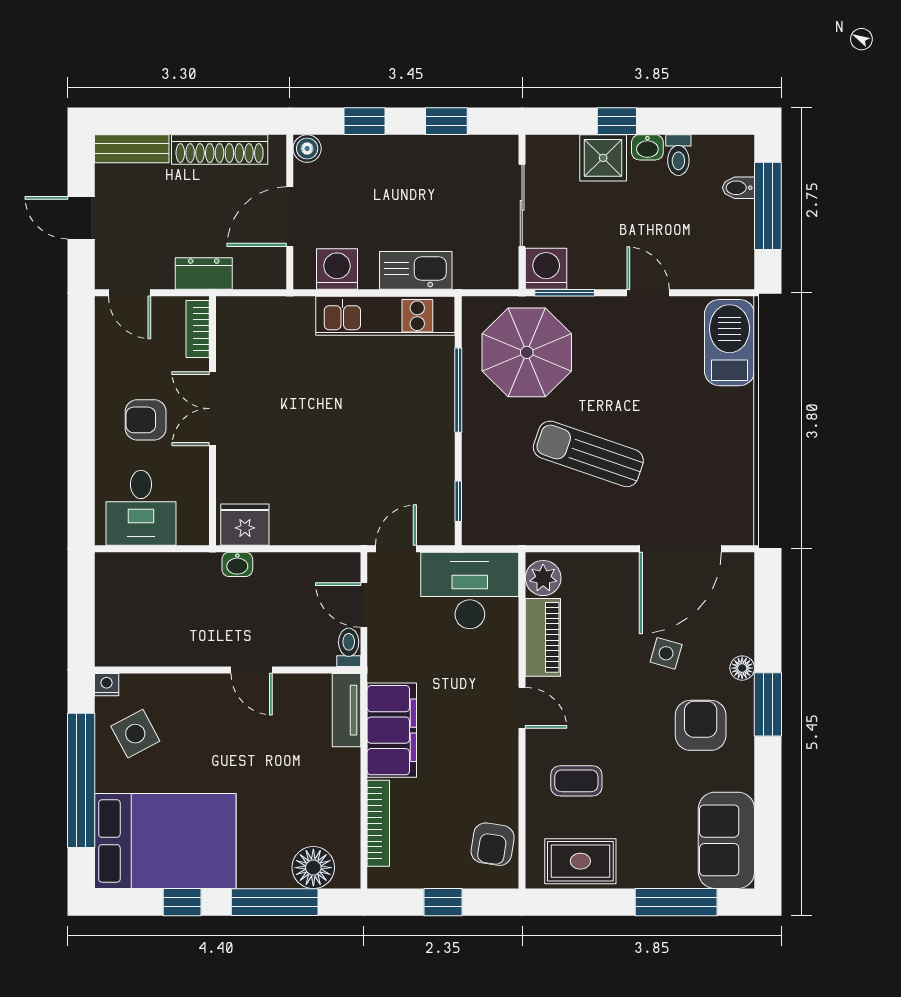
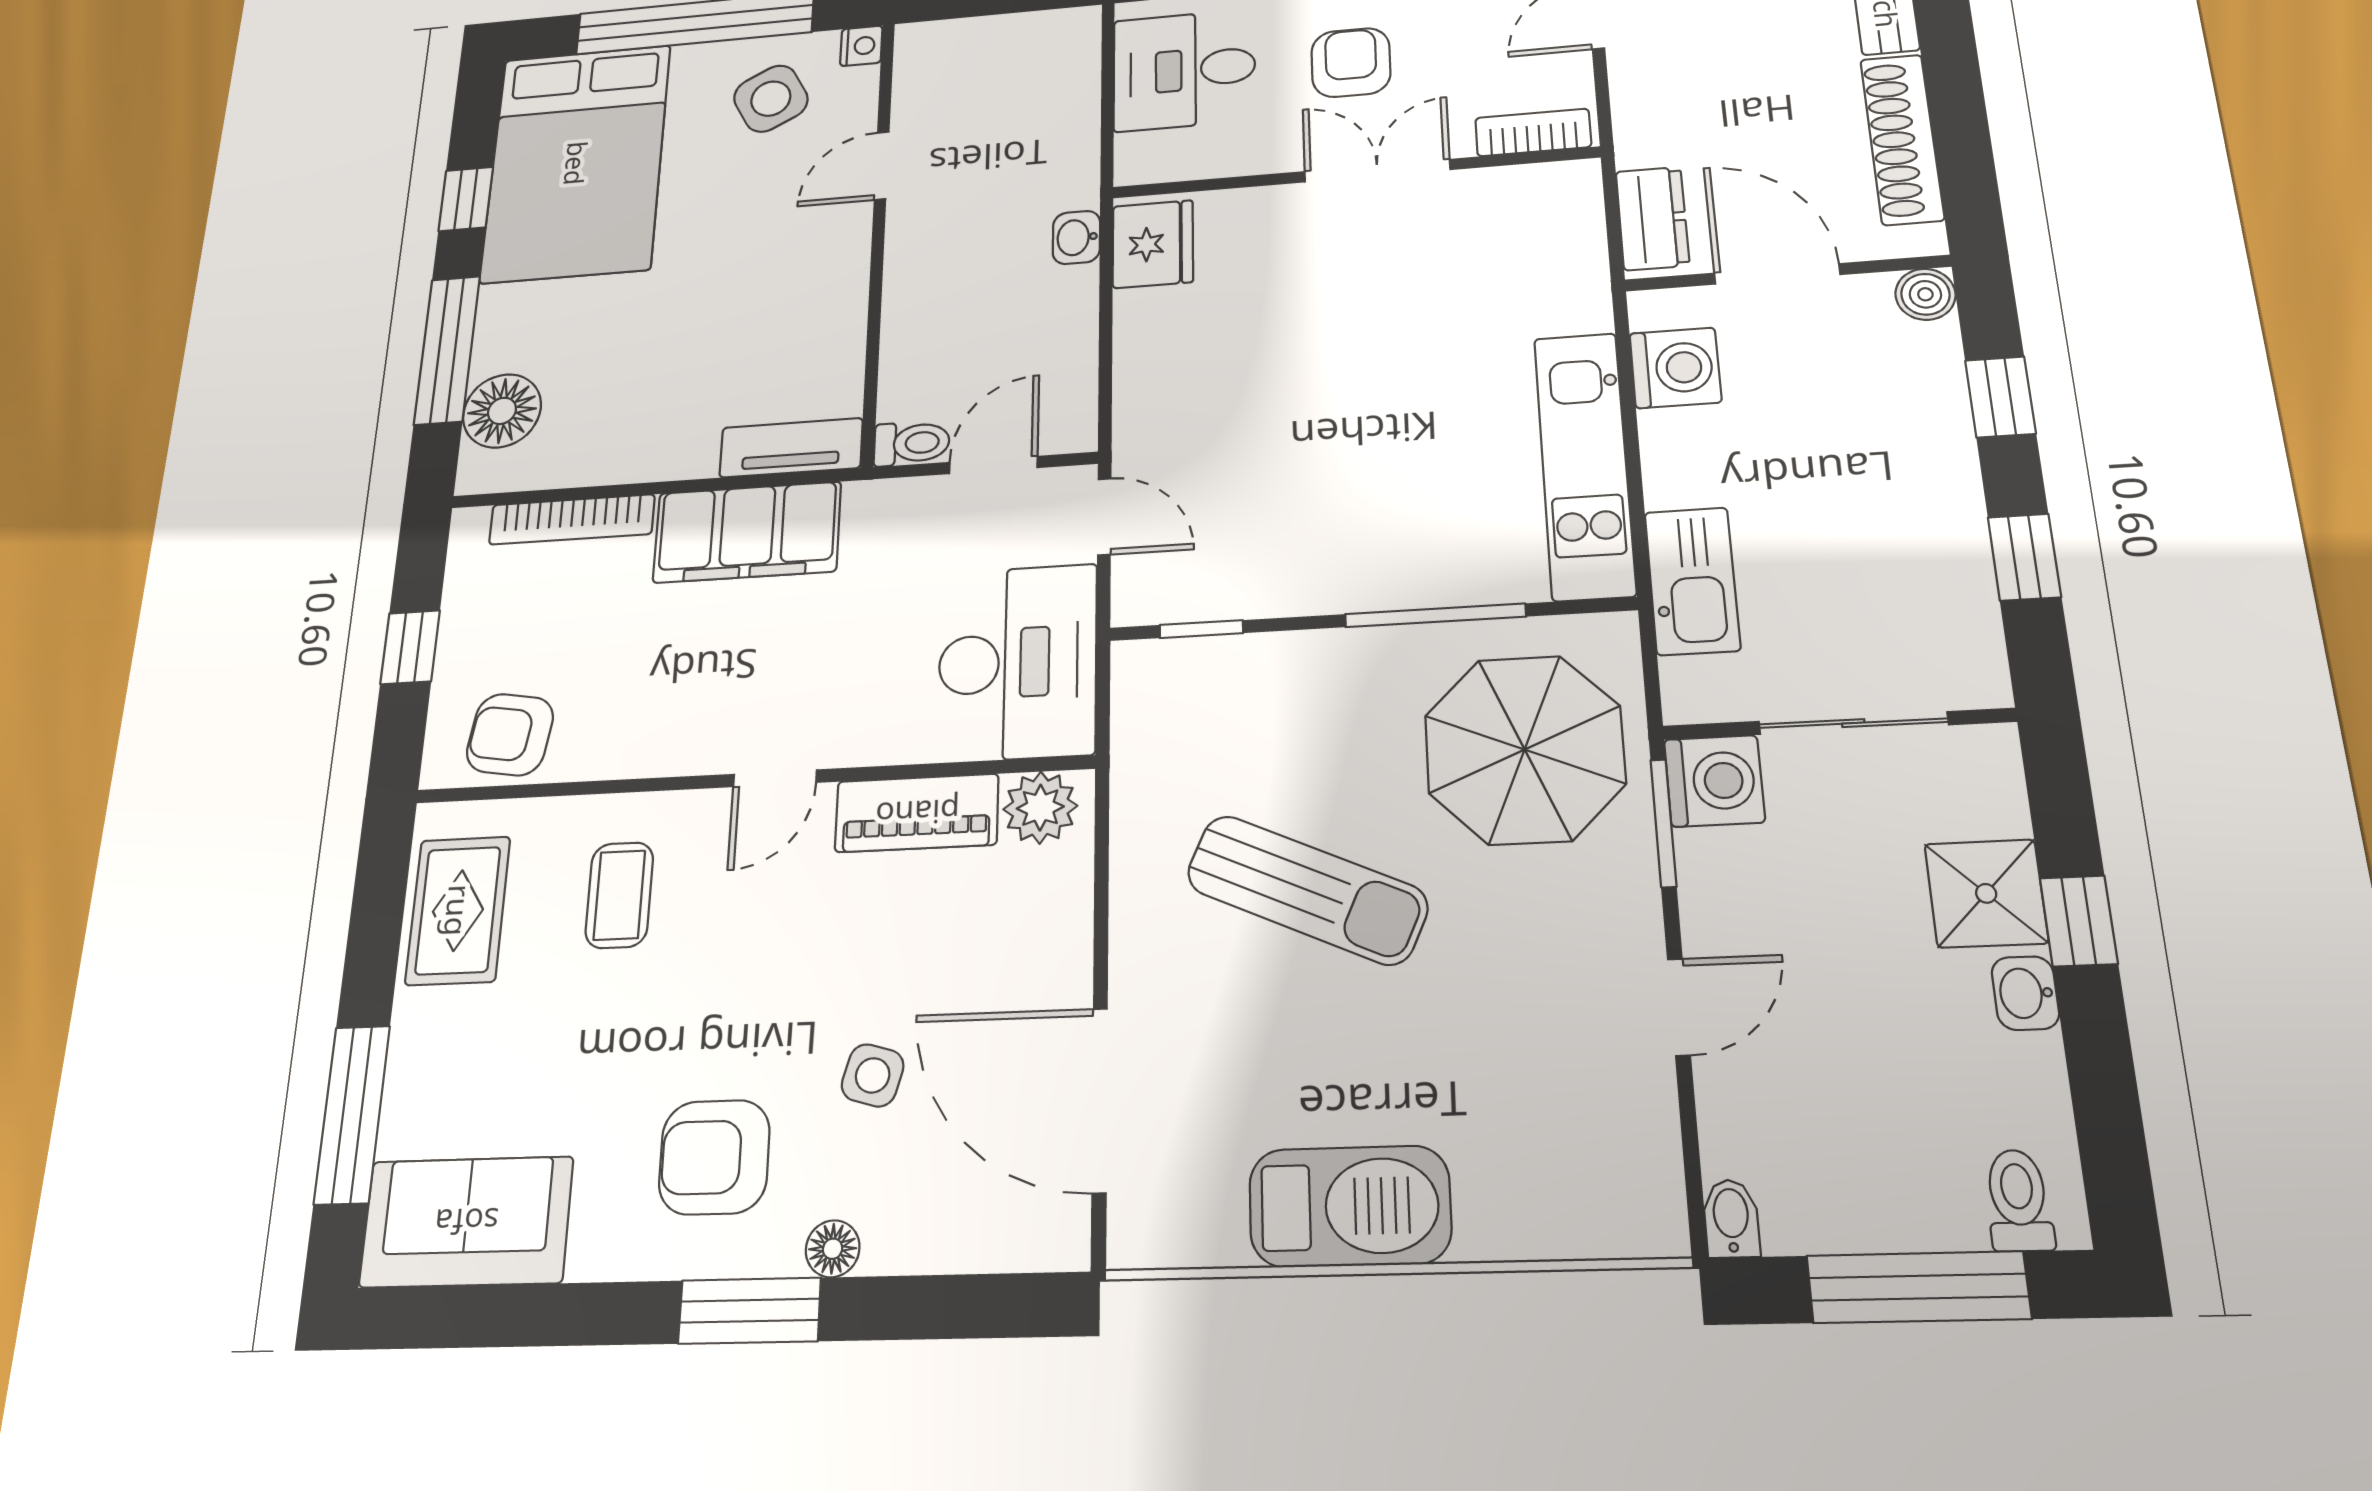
toilet: (678, 155) -> (2018, 1200), moved, turned 90
bidet: (738, 188) -> (1731, 1218), moved
kitchen sink: (416, 270) -> (1692, 581), moved
dresser: (204, 274) -> (1652, 218), moved
barbecue: (729, 343) -> (1350, 1206), moved
sun lounger: (588, 454) -> (1307, 890), turned 95
door: (252, 670) -> (882, 166), moved
armchair: (701, 725) -> (714, 1157), turned 180

